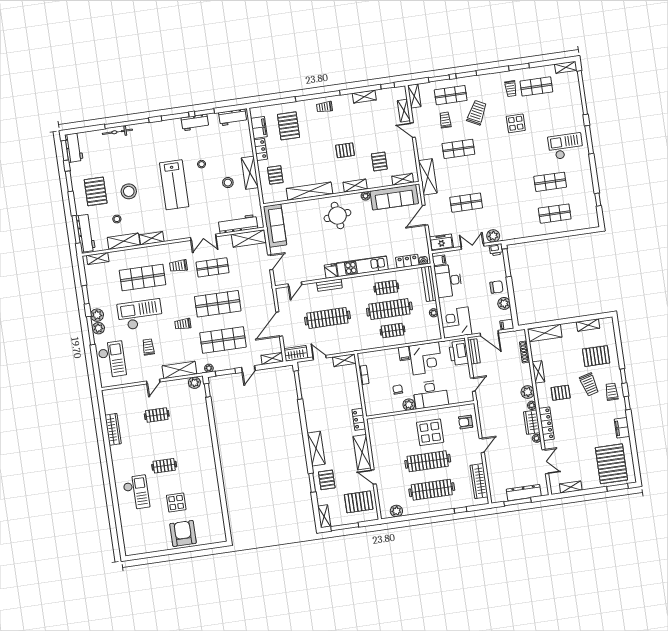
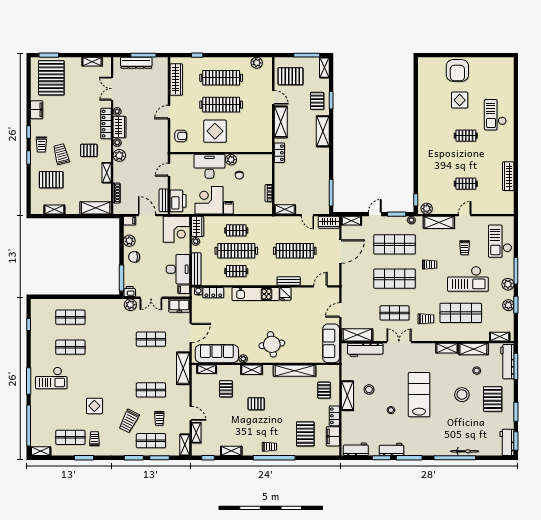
plant: (98, 328) -> (508, 305), moved
wardrobe: (434, 329) -> (198, 226), added

